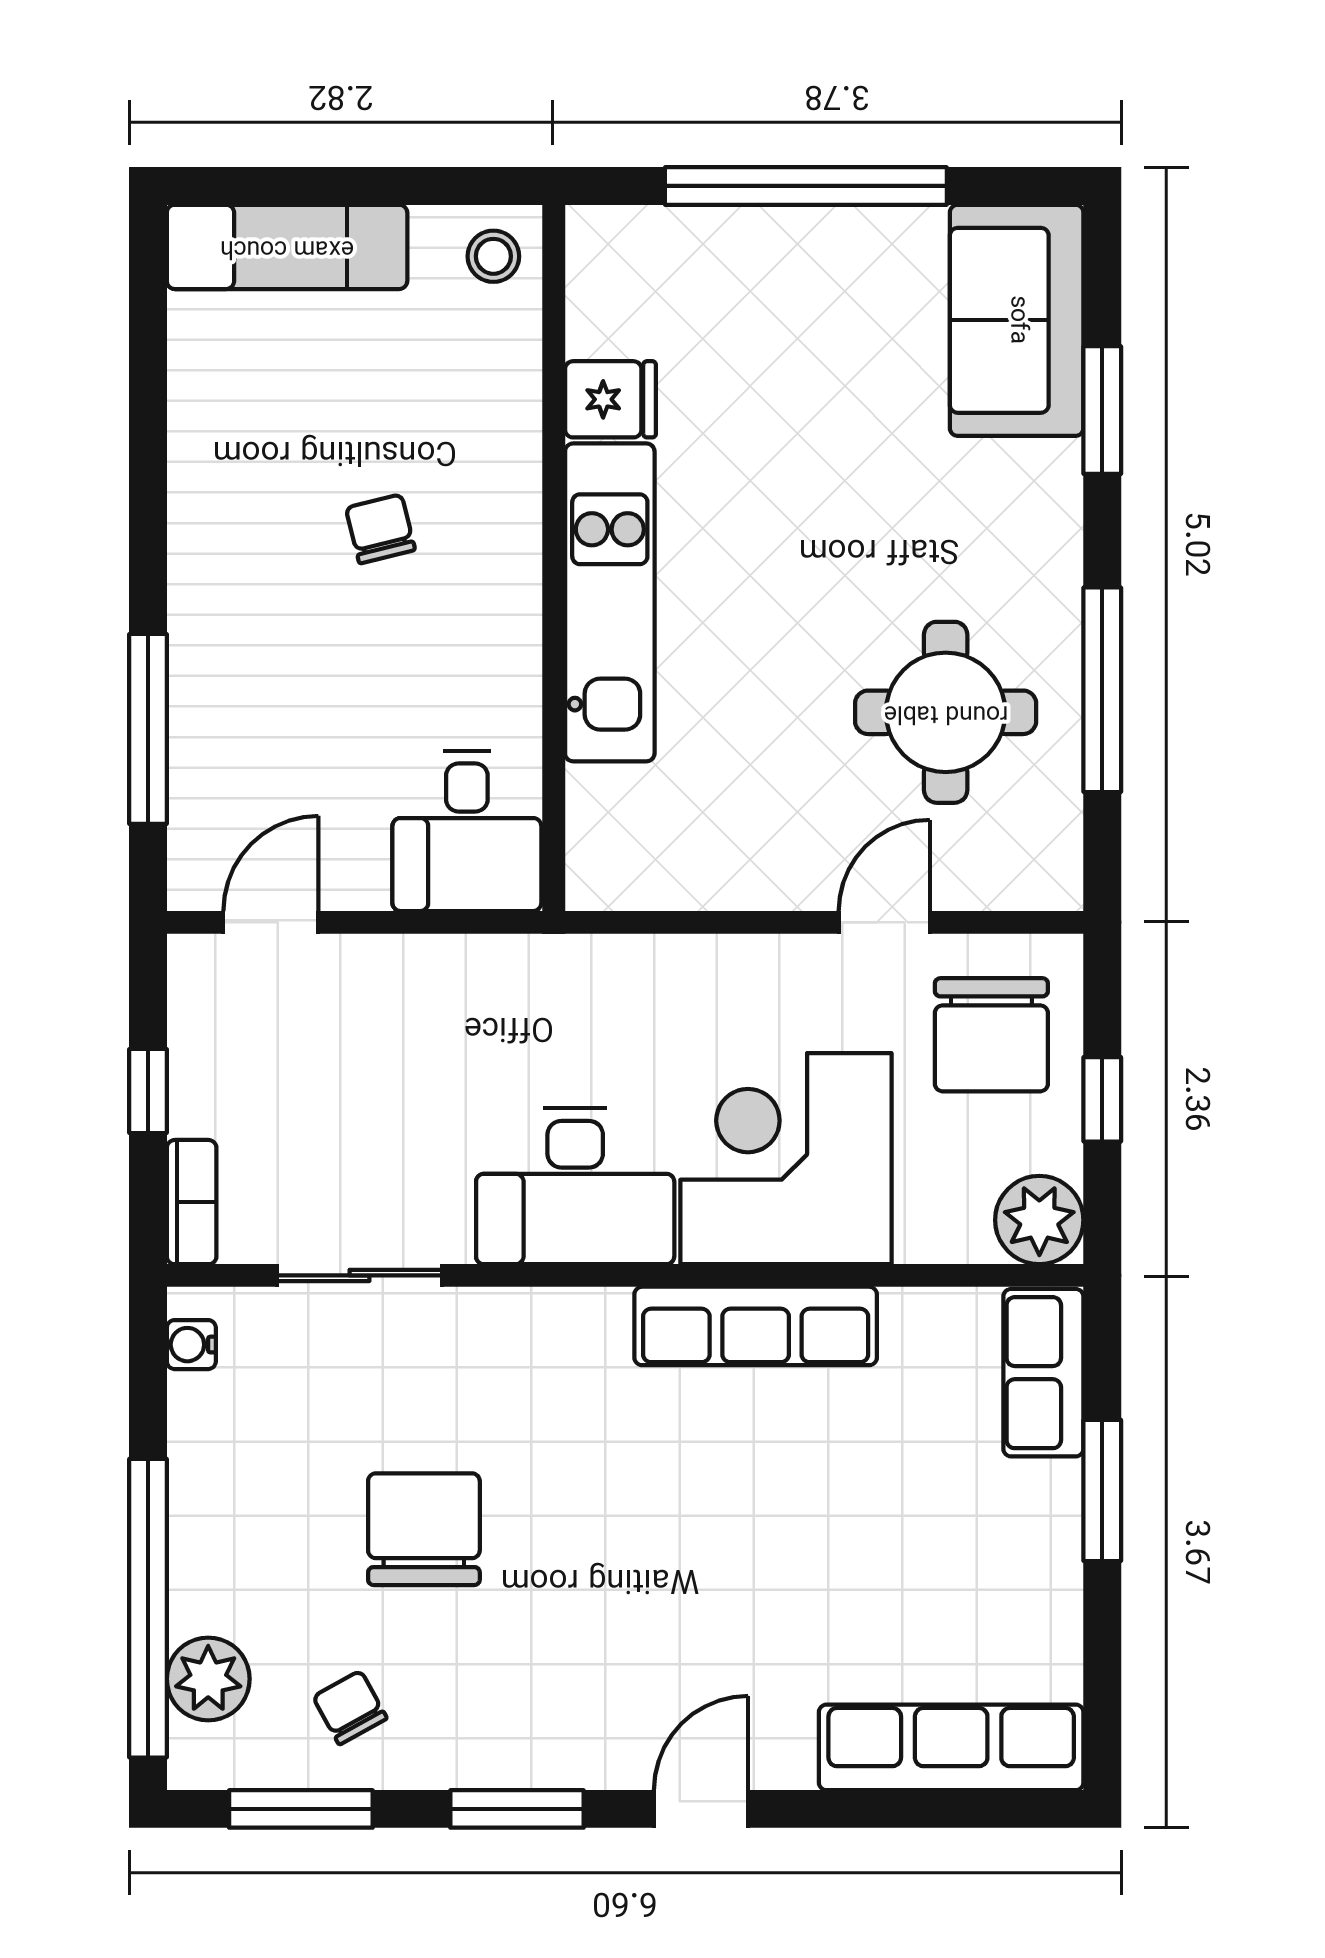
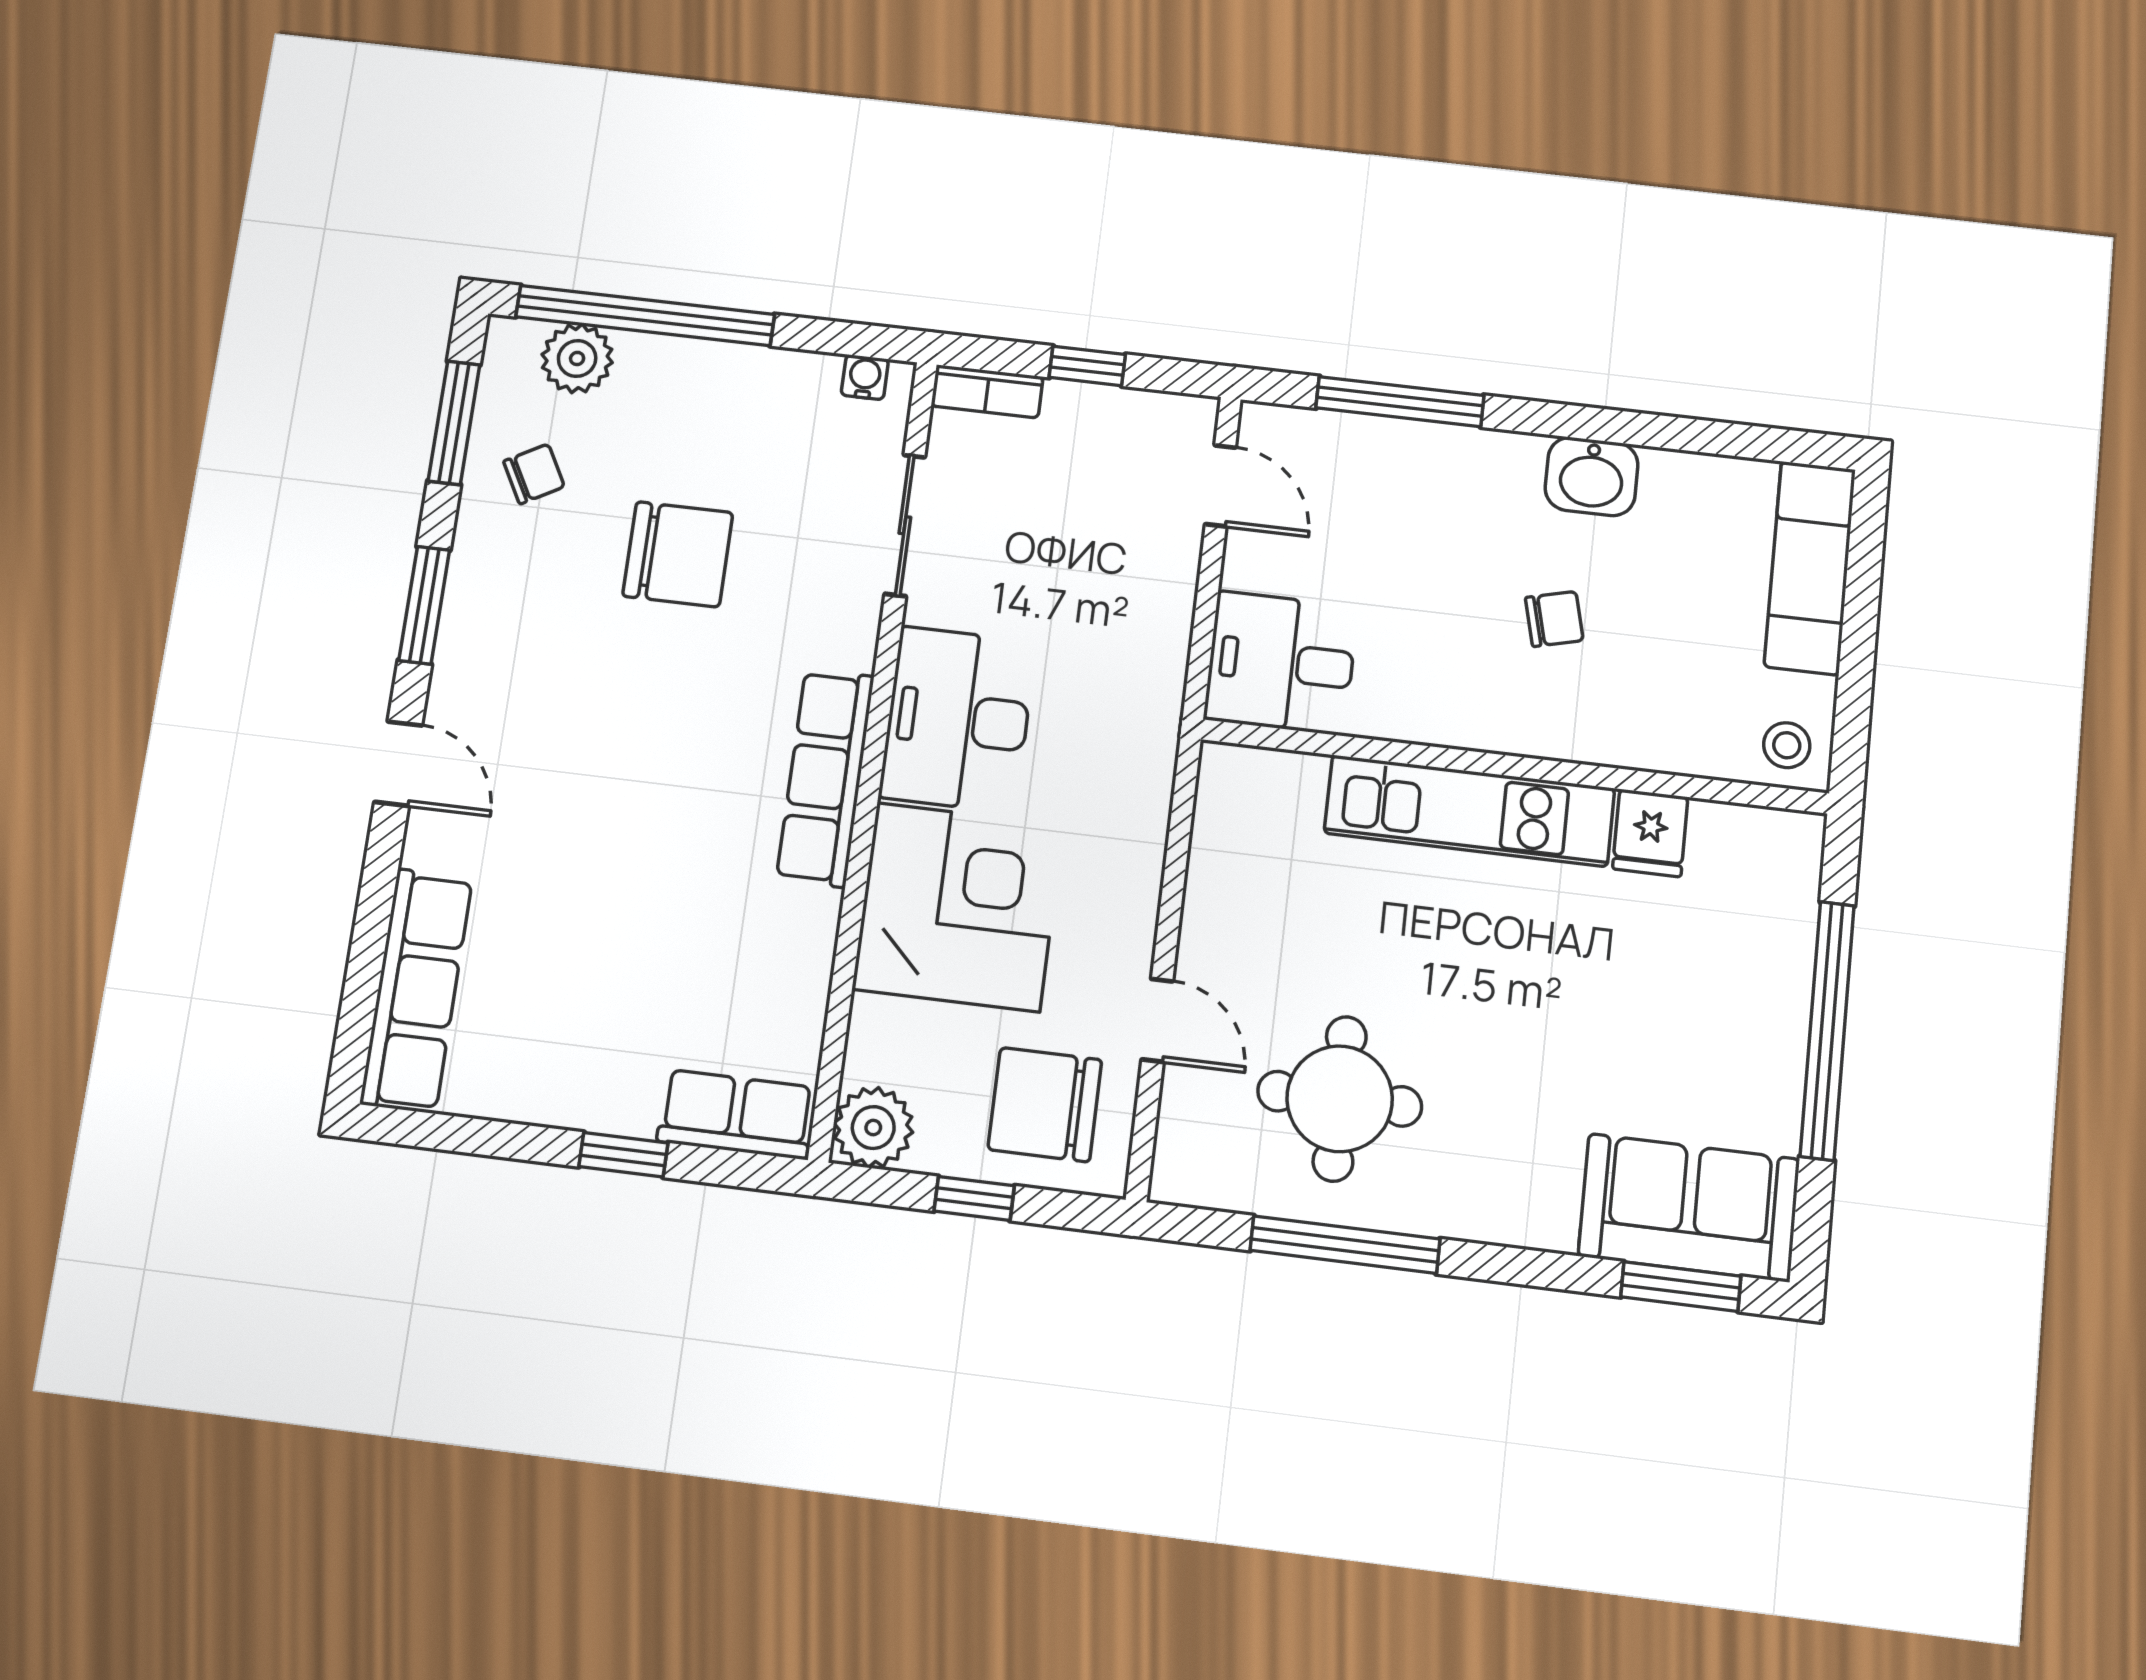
window: (1102, 410) -> (1681, 1287), moved
washbasin: (210, 502) -> (1592, 476), added
row of seats: (756, 1326) -> (825, 778), moved
window: (1102, 1490) -> (623, 1155), width x0.67

